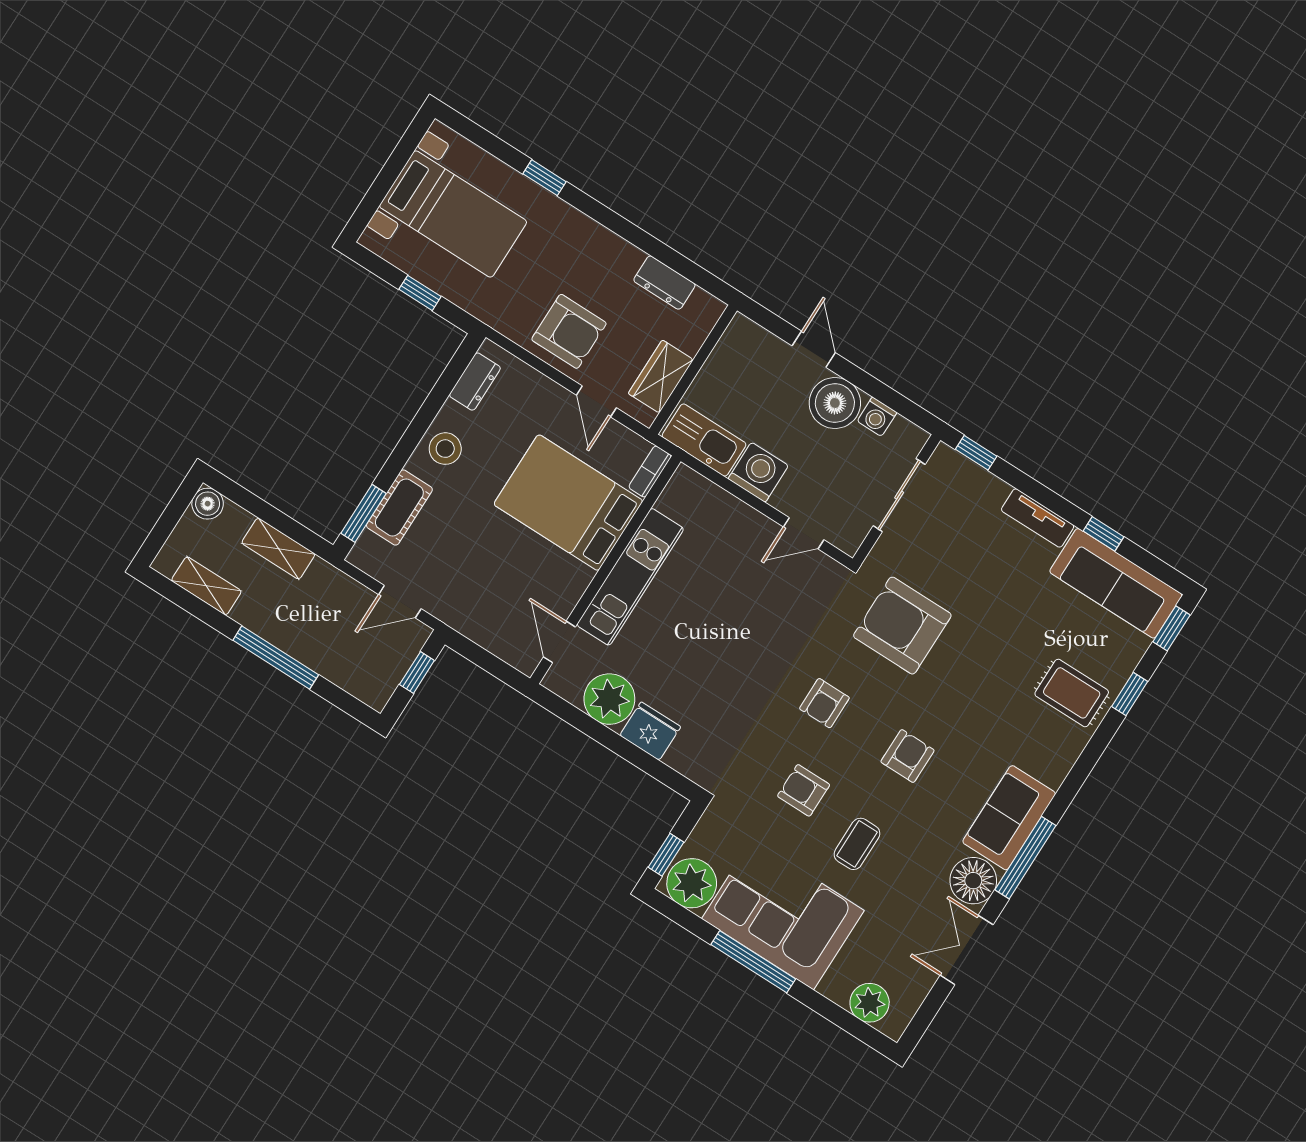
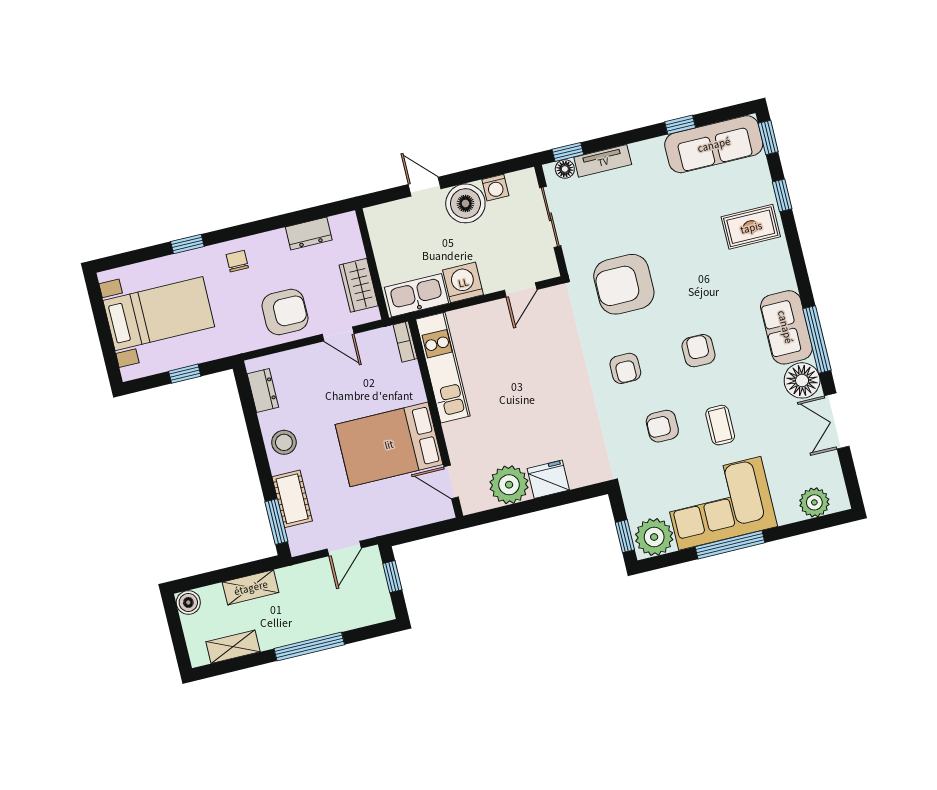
chair: (574, 240) -> (237, 261), added
floor lamp: (957, 465) -> (565, 169), added
bed: (568, 503) -> (389, 444), moved
tv unit: (1038, 518) -> (603, 161), moved
kitchen unit: (630, 577) -> (443, 368), moved

